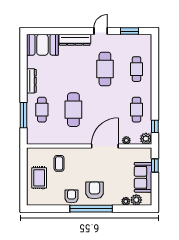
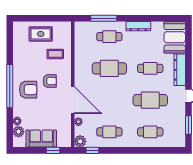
cafe table: (73, 69) -> (150, 68), added
armchair: (72, 196) -> (50, 81), moved

